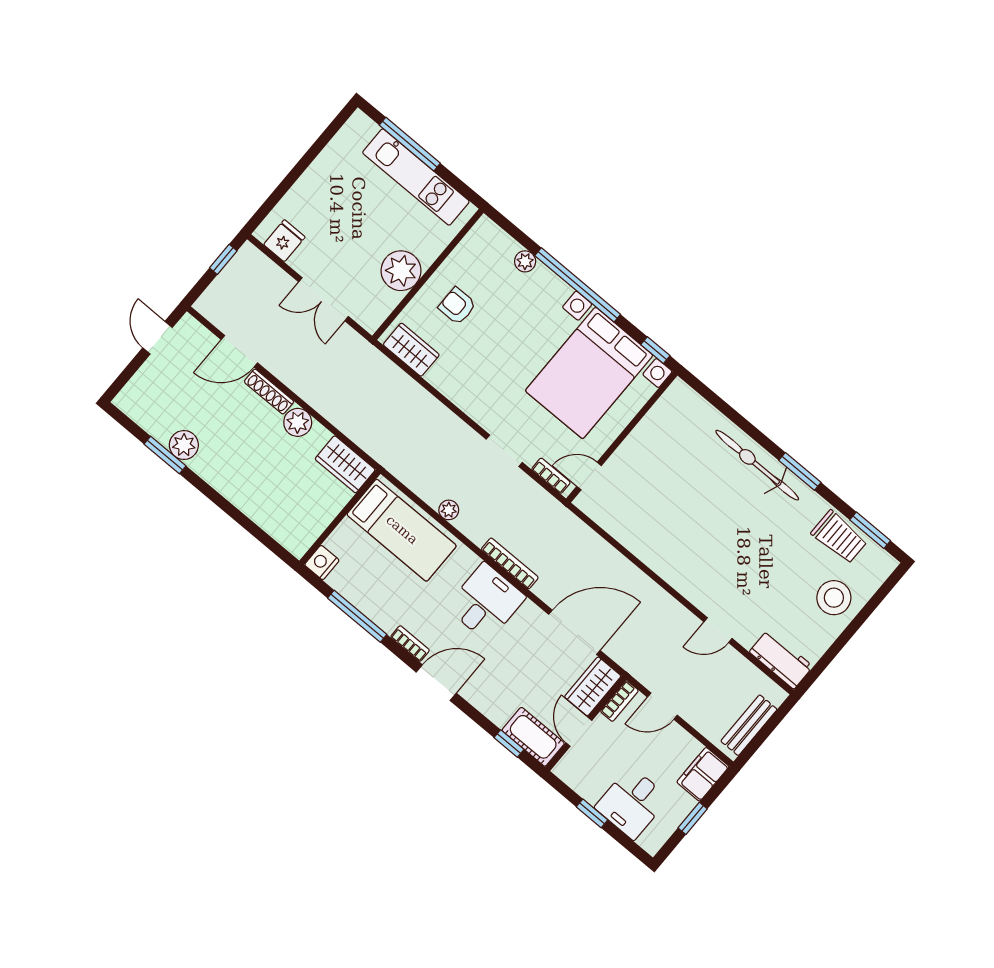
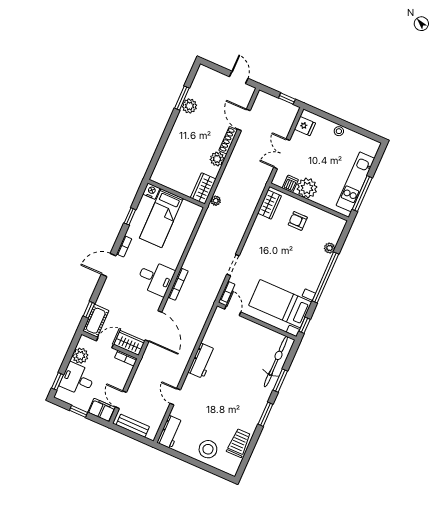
window: (410, 144) -> (362, 194), moved
stool: (312, 180) -> (339, 131), added
dishwasher: (384, 300) -> (290, 184), added
armchair: (457, 306) -> (298, 221), turned -90
door: (158, 338) -> (239, 77), hinge flipped
bed with nightstands: (589, 373) -> (280, 304), width x0.73
bicycle: (757, 465) -> (276, 362), moved
plant: (449, 510) -> (216, 201), moved
bed: (402, 530) -> (161, 218), moved
window: (870, 530) -> (280, 381), moved
trolley: (839, 537) -> (239, 443), turned 180
workbench: (666, 561) -> (202, 361), added
window: (357, 616) -> (130, 216), width x0.46
door: (436, 683) -> (109, 265), swing flipped
door: (662, 706) -> (121, 400), moved
plant: (590, 785) -> (80, 356), added
window: (592, 813) -> (57, 381), moved

